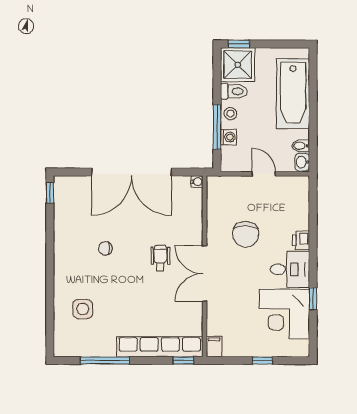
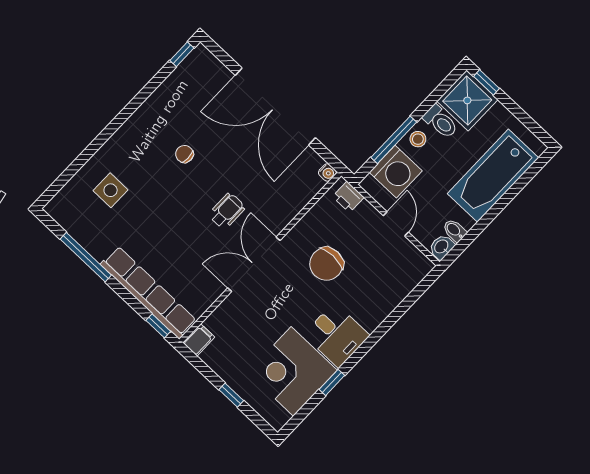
washing machine: (228, 137) -> (396, 172), width x1.89, depth x1.89
printer: (301, 240) -> (348, 197), moved, turned -90

